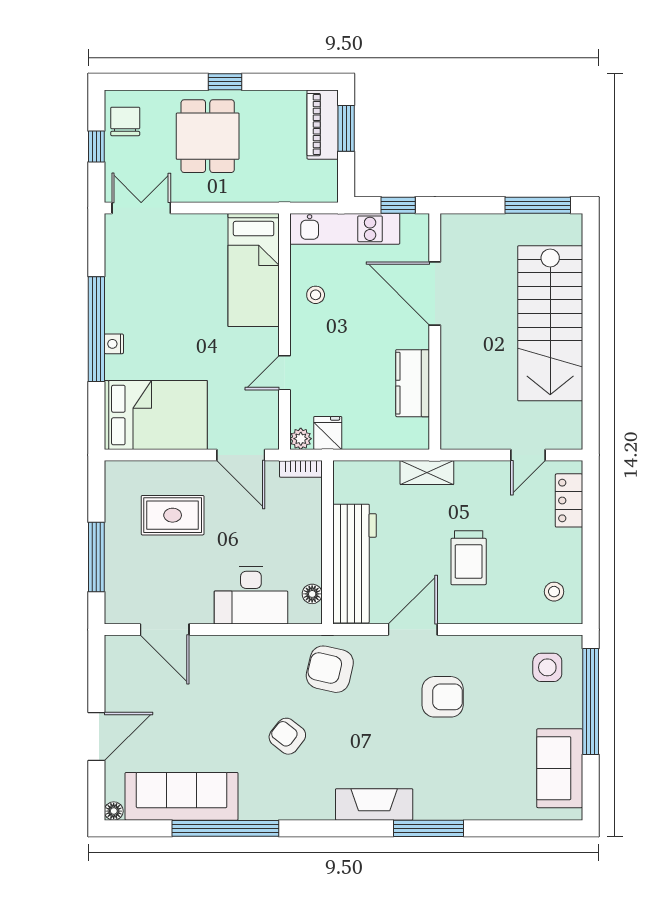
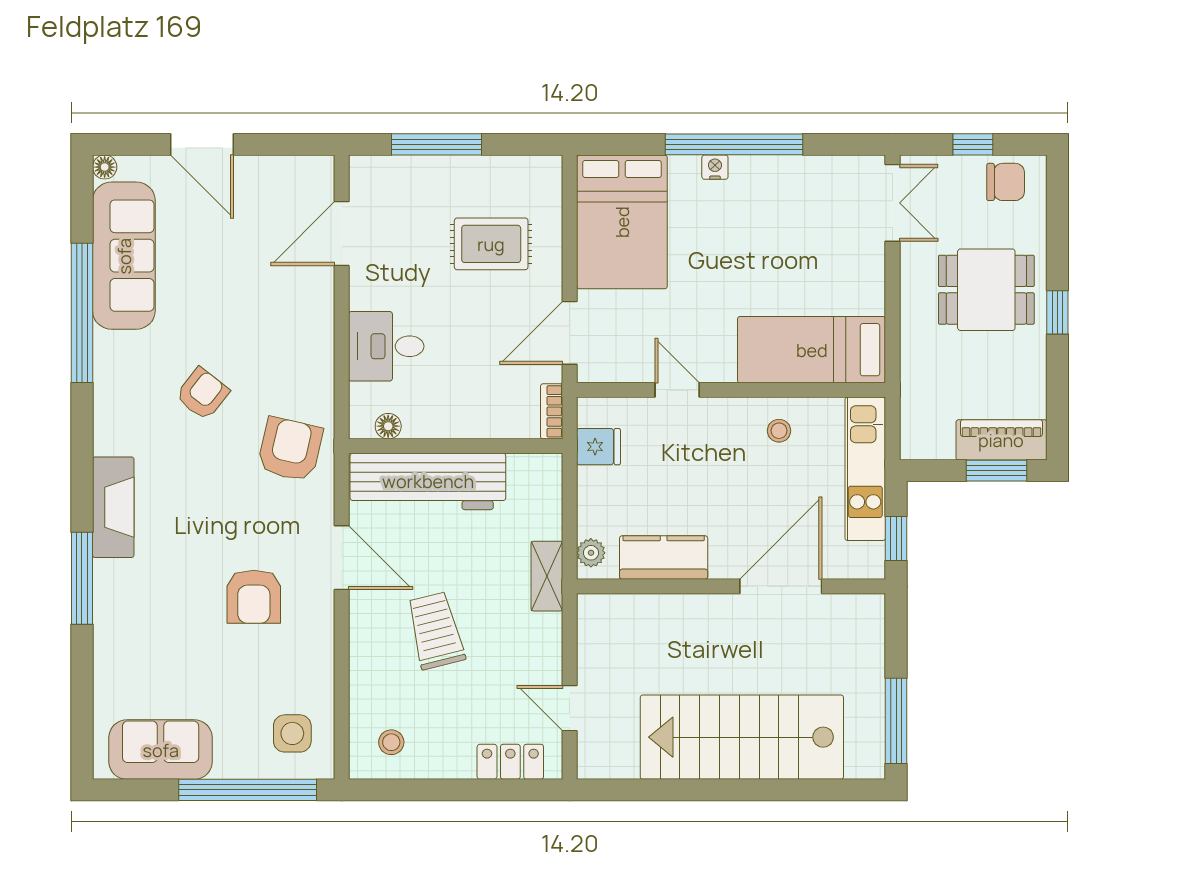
plant: (301, 439) -> (591, 553), moved
rug: (173, 515) -> (491, 244), turned 90
trolley: (469, 558) -> (436, 631), turned 76
desk: (251, 595) -> (386, 346), width x0.73

